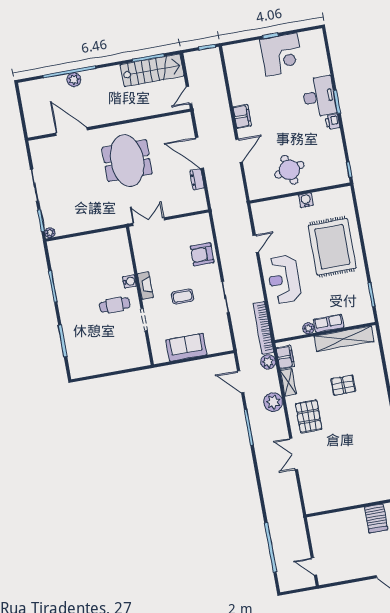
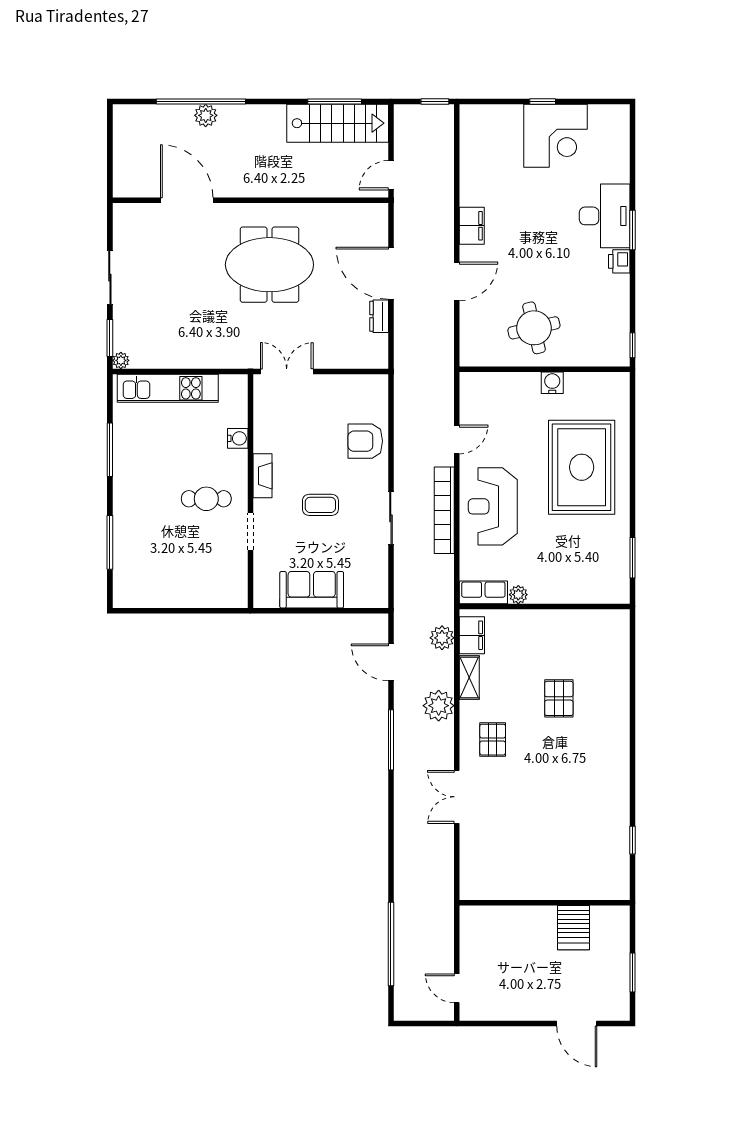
meeting table: (127, 161) -> (269, 265), turned 90
kitchen unit: (80, 244) -> (168, 388), added
water cooler: (130, 281) -> (238, 438), moved
row of seats: (329, 323) -> (483, 592), moved
bookcase: (263, 328) -> (444, 510), moved
shelving: (344, 339) -> (574, 622), removed
pallet: (343, 385) -> (559, 698), turned 90
pallet: (309, 416) -> (493, 740), width x0.67, depth x0.71

